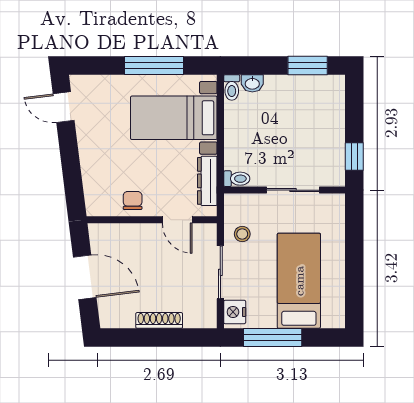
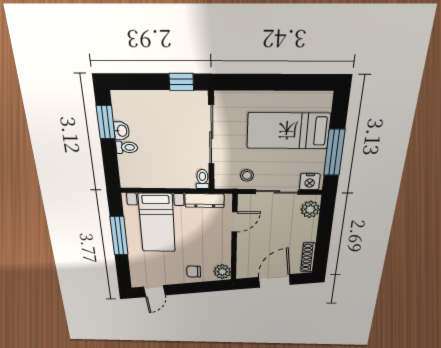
washbasin: (252, 83) -> (122, 131), moved
toilet: (232, 87) -> (127, 147), moved
sliding door: (293, 190) -> (211, 135), width x1.37
chair: (133, 200) -> (194, 272), moved
plant: (99, 204) -> (222, 272), added
plant: (196, 316) -> (310, 209), added
shoe rack: (159, 320) -> (308, 258), moved

